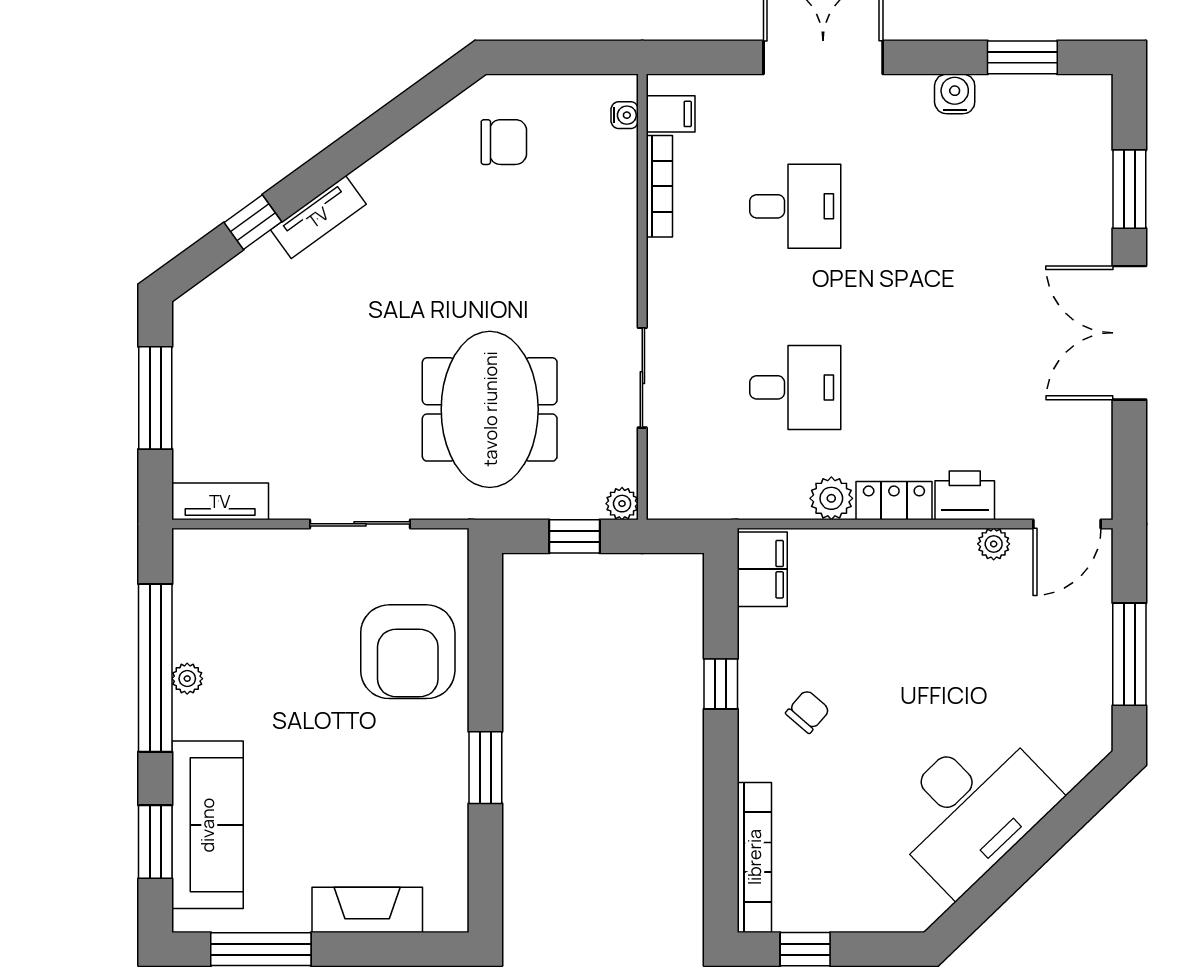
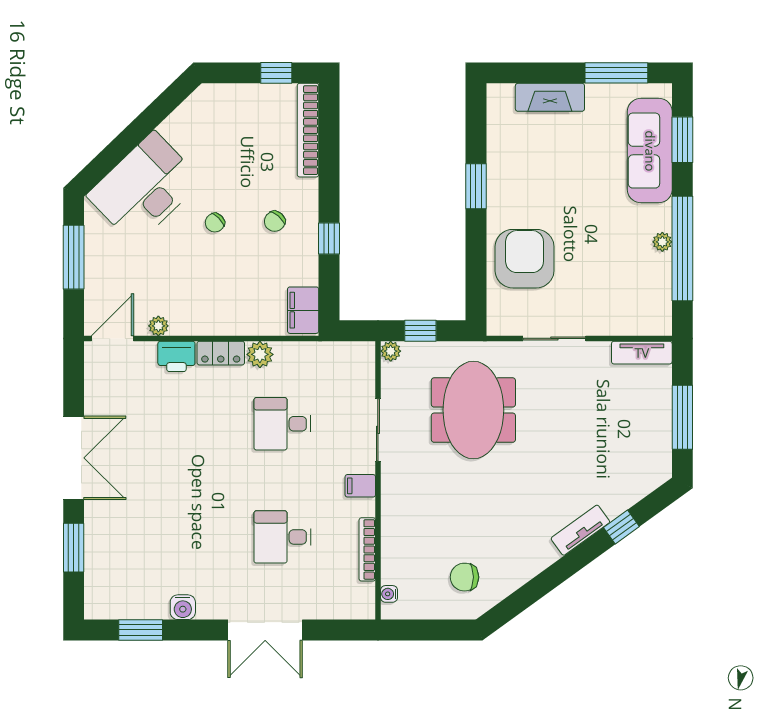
filing cabinet: (671, 114) -> (360, 486), moved
chair: (903, 709) -> (215, 223), added
desk: (971, 808) -> (144, 188), moved

